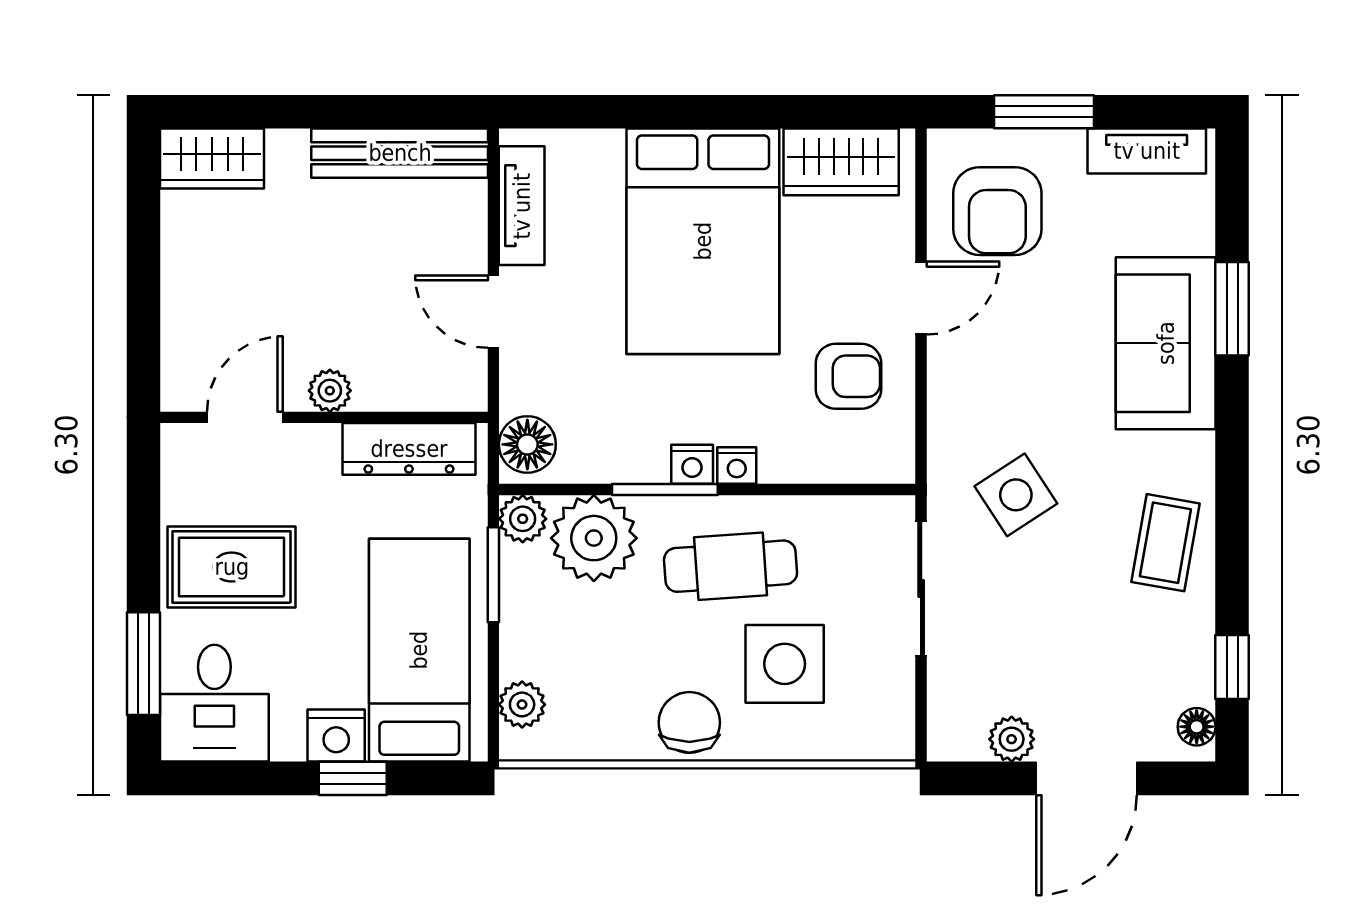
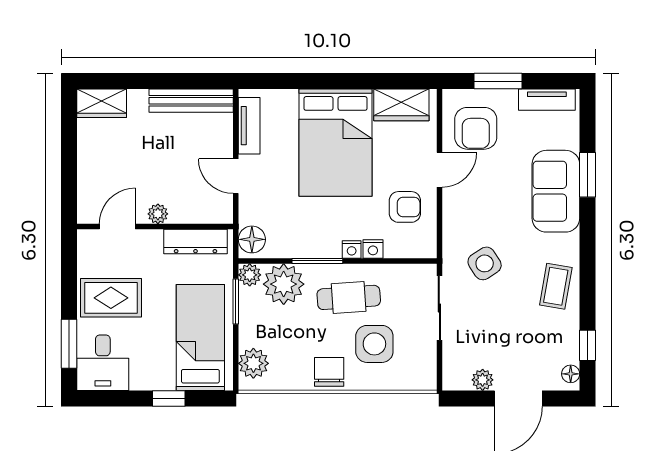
nightstand: (692, 464) -> (373, 249), moved
plant: (522, 704) -> (253, 363), width x1.38, depth x1.38
nightstand: (336, 736) -> (161, 378), removed

